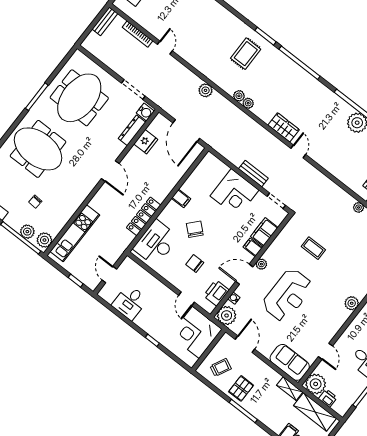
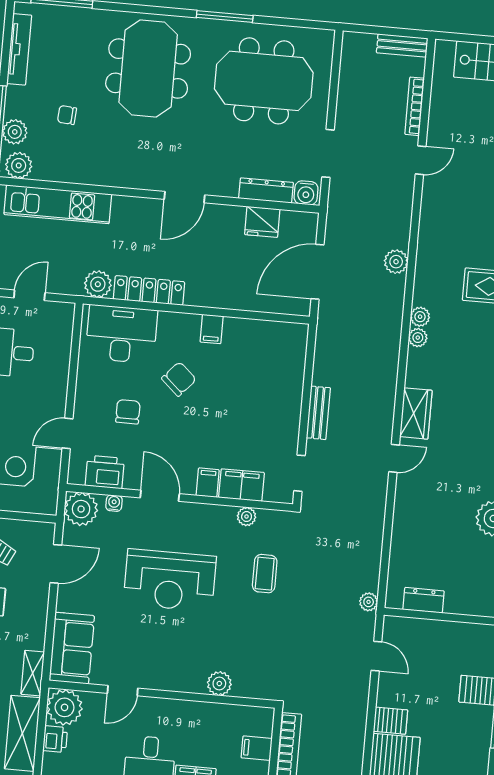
corner desk: (234, 193) -> (271, 403), removed
plant: (125, 239) -> (98, 284), added
plant: (261, 264) -> (247, 517), moved

